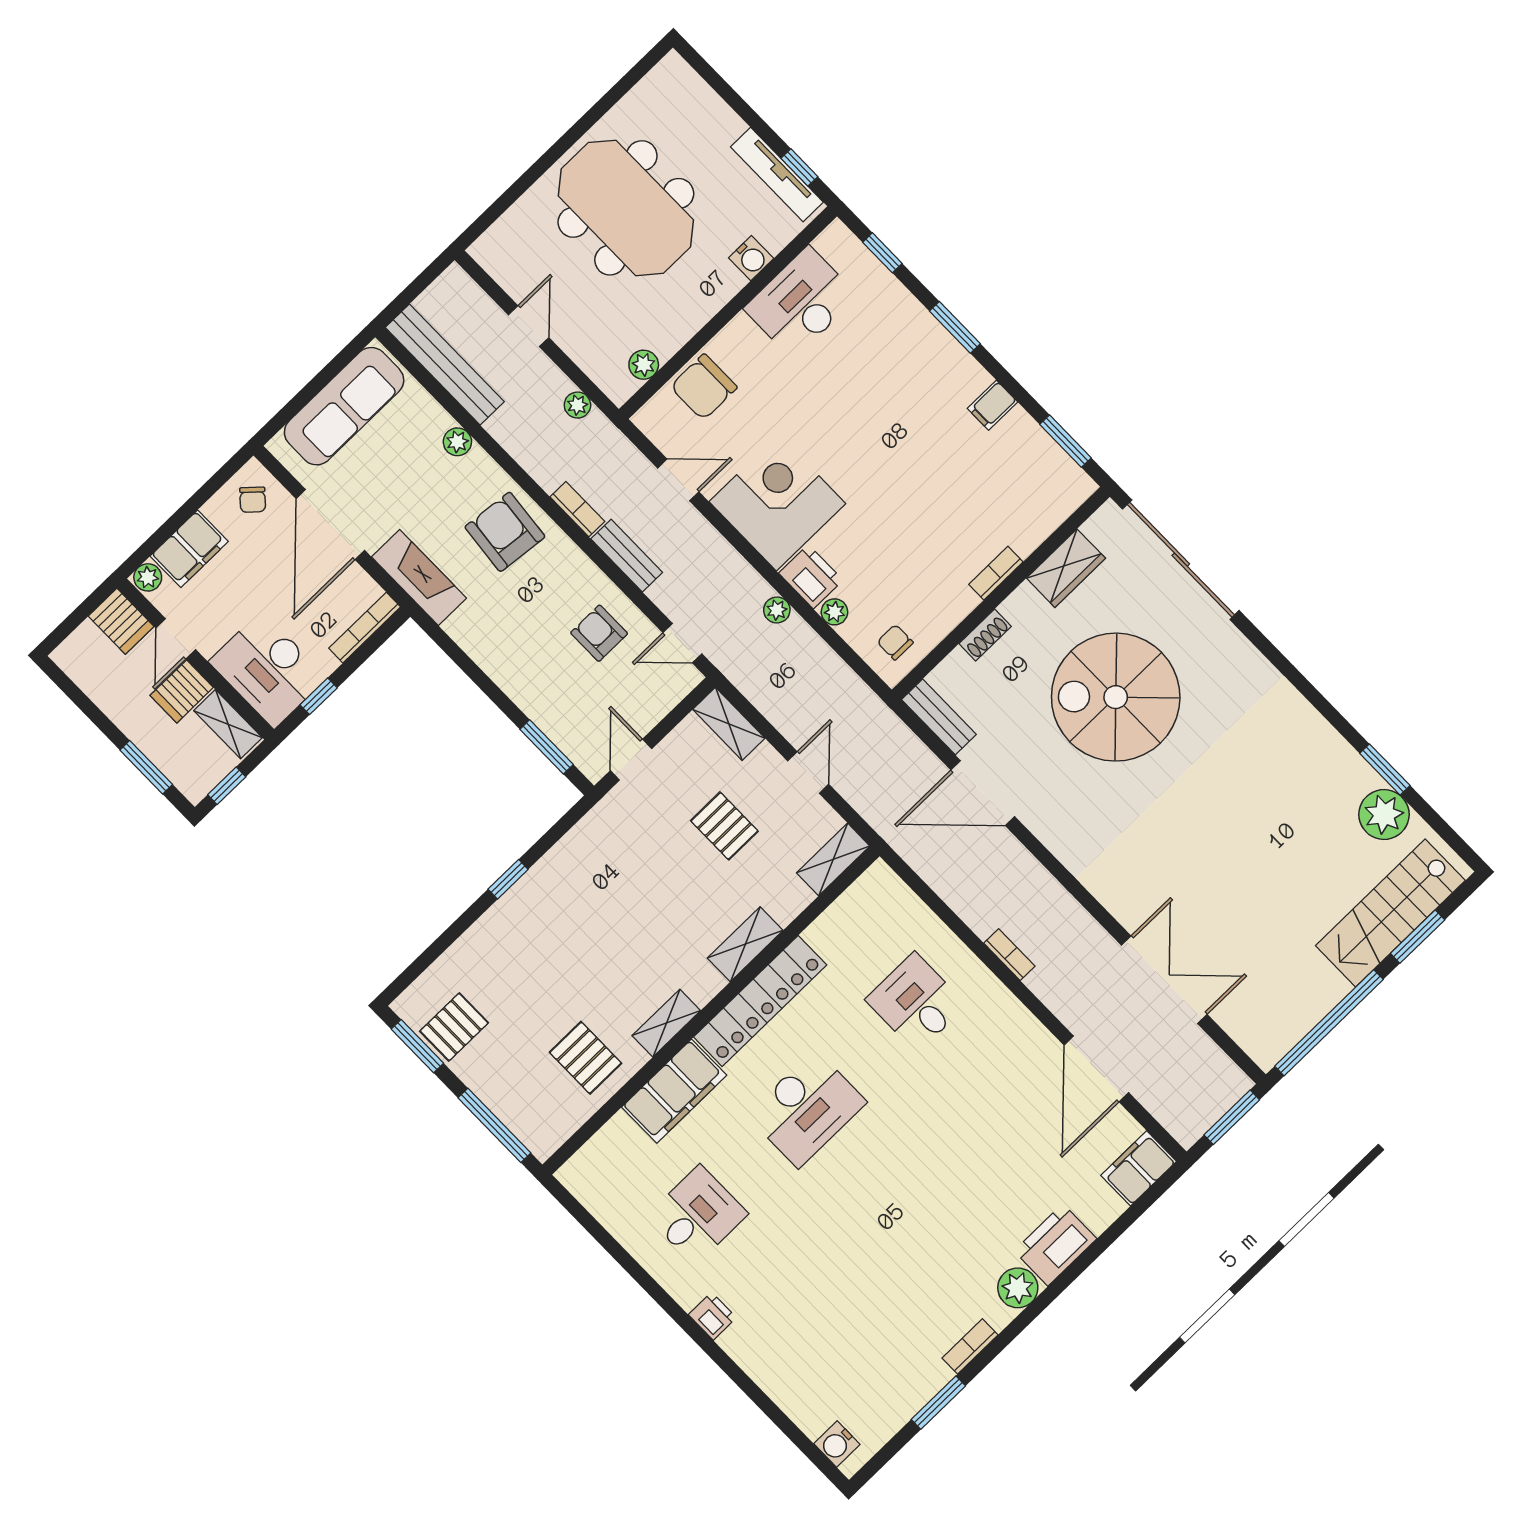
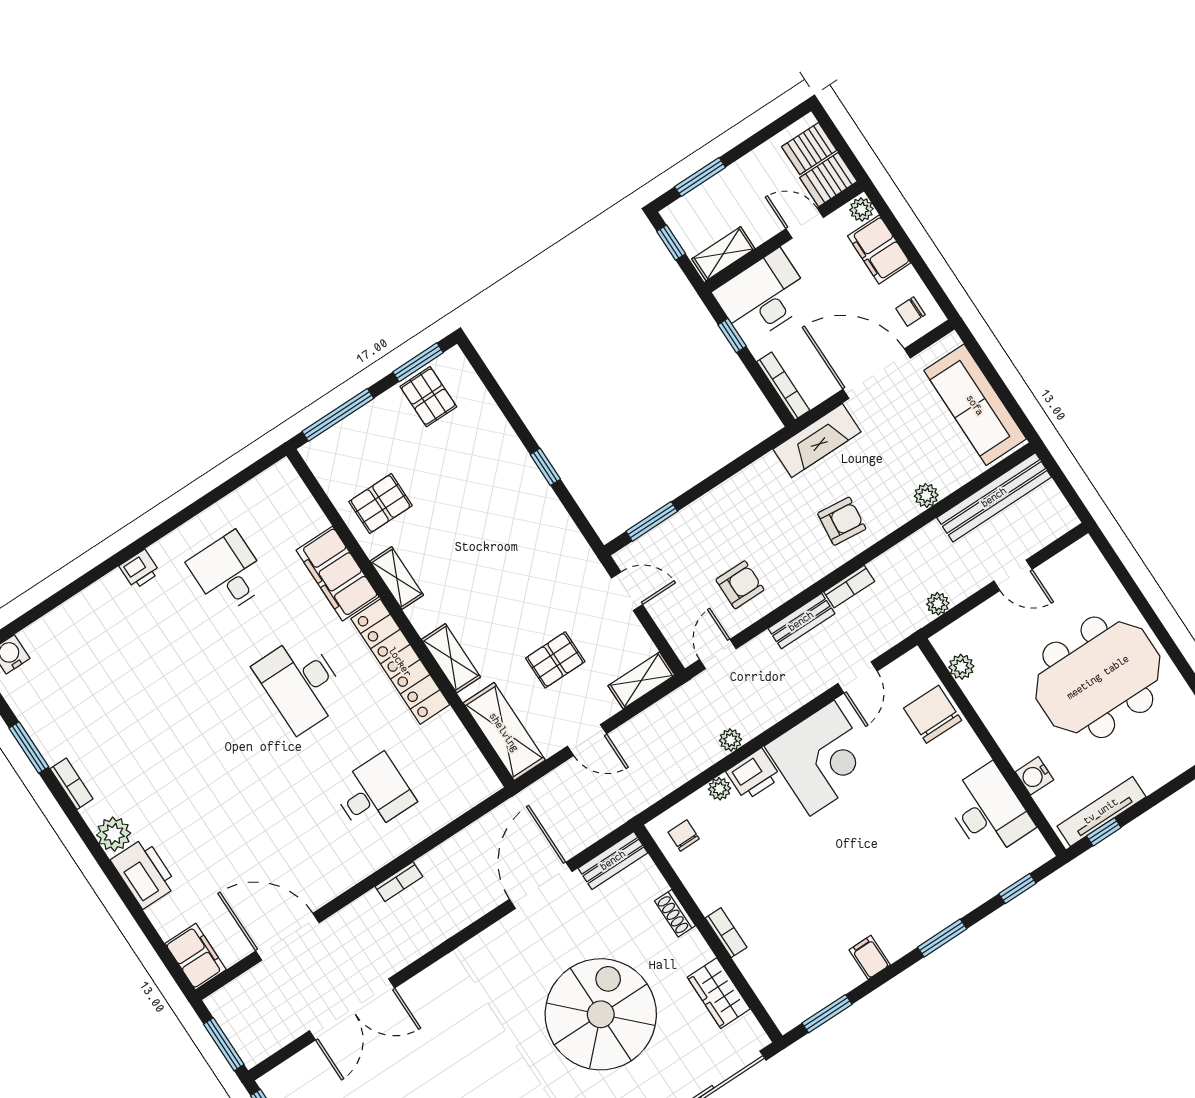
chair: (253, 500) -> (911, 312), turned -42
armchair: (505, 532) -> (842, 521), width x0.72, depth x0.72
chair: (895, 642) -> (684, 835), turned -90
server rack: (182, 691) -> (809, 148), moved, turned -90
shelving: (833, 859) -> (504, 732), width x1.50, depth x1.33
desk: (697, 1215) -> (228, 573), turned 180

